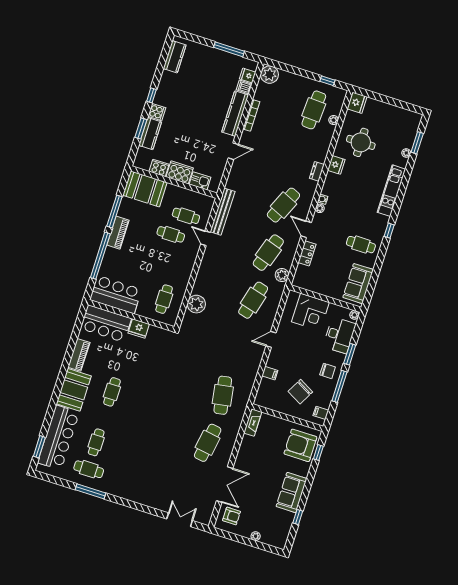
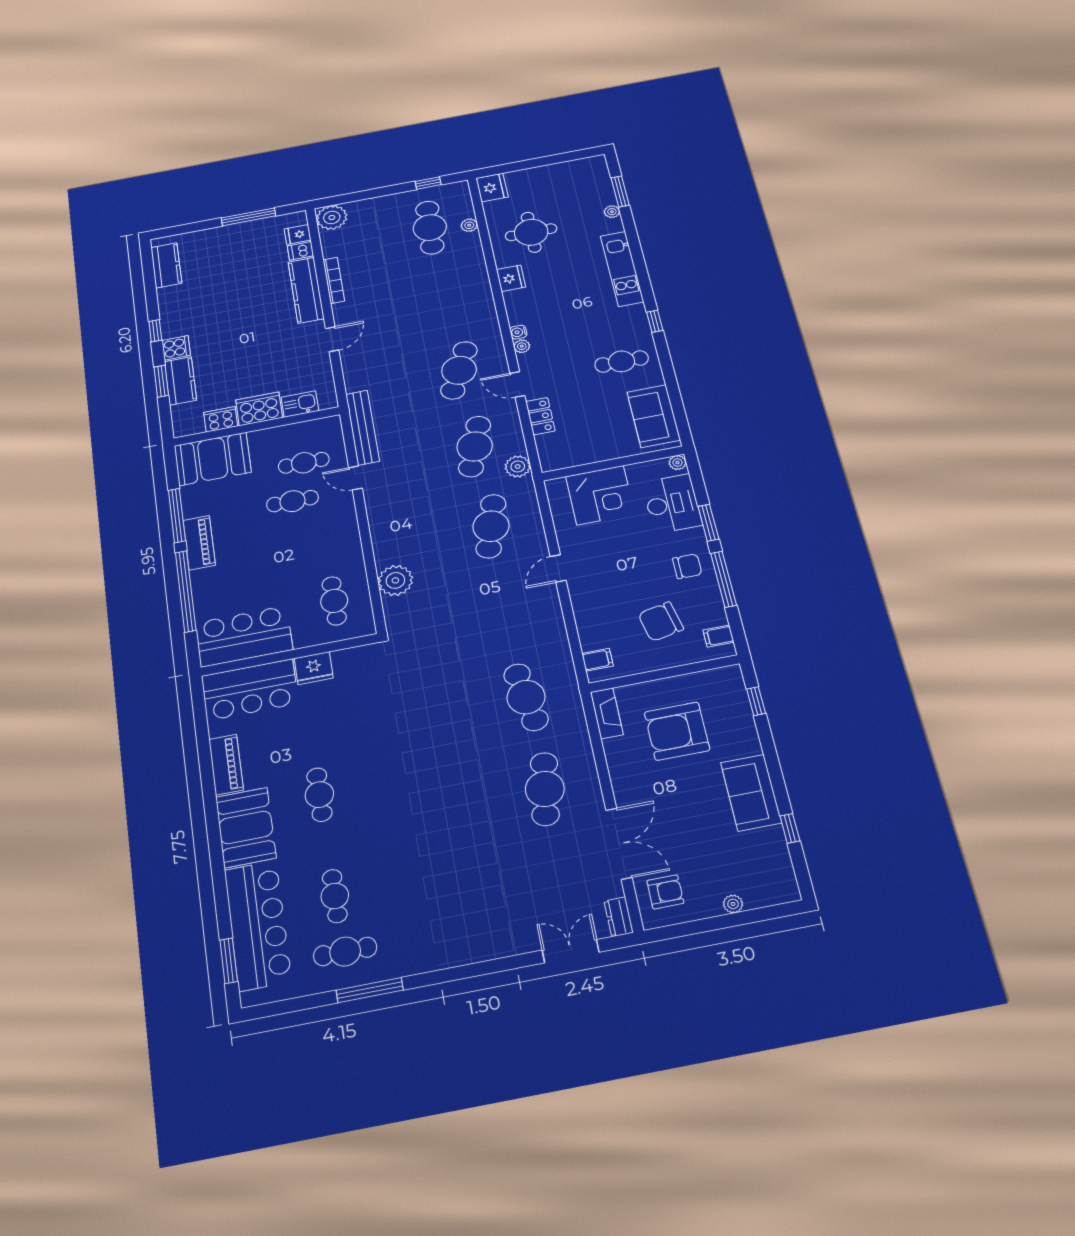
dresser: (317, 171) -> (619, 917), moved
filing cabinet: (270, 373) -> (597, 660), moved
chair: (300, 392) -> (661, 622), turned 49
armchair: (300, 445) -> (677, 731), moved

